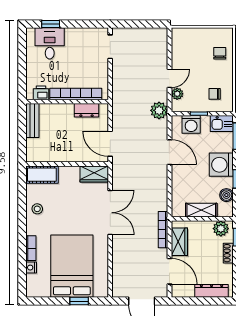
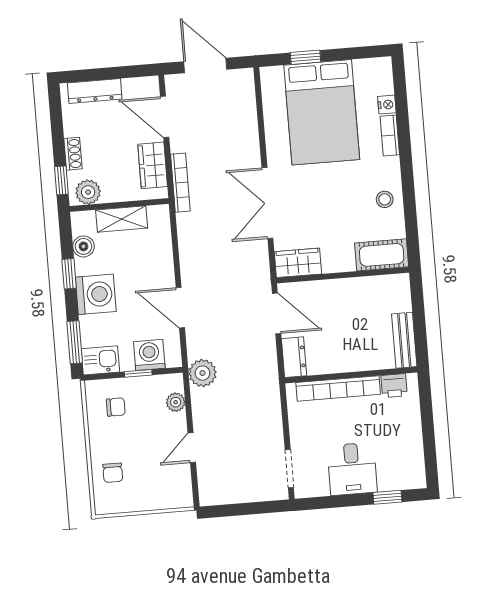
desk: (50, 43) -> (352, 469), moved
door: (169, 78) -> (192, 448), moved
dresser: (87, 110) -> (294, 357), moved, turned 90

